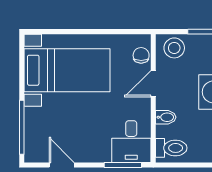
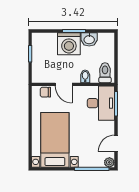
stool: (174, 48) -> (41, 71), removed
desk: (131, 142) -> (101, 103), width x1.37
plant: (32, 155) -> (109, 162), added

